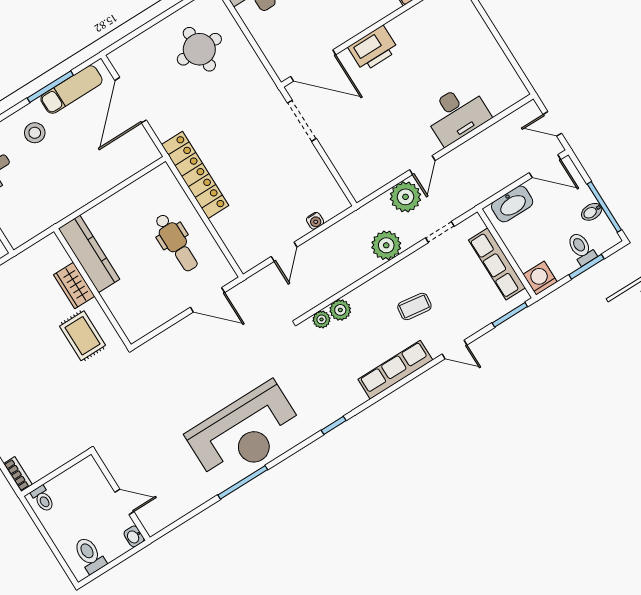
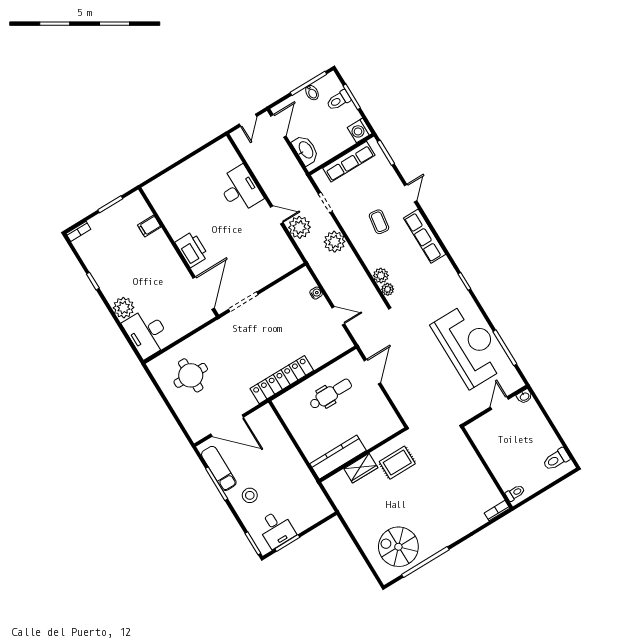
wall: (121, 496) -> (495, 406), moved
door: (124, 502) -> (499, 403), moved
washbasin: (134, 536) -> (524, 396), moved

